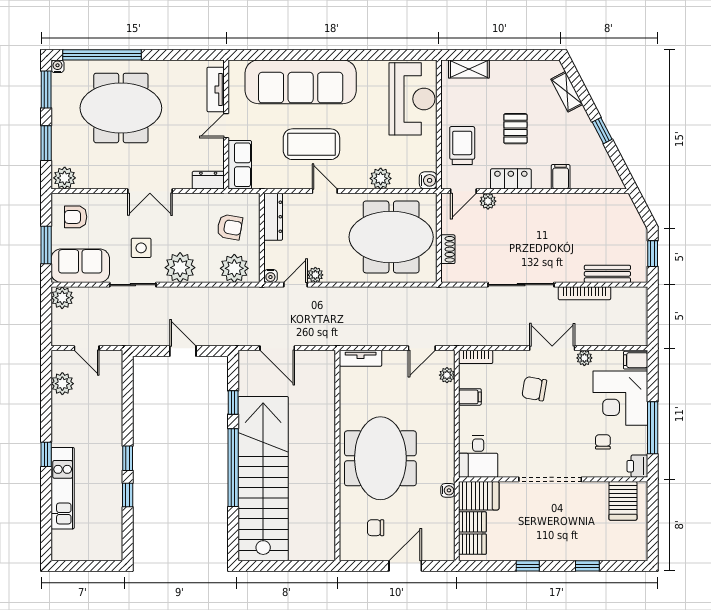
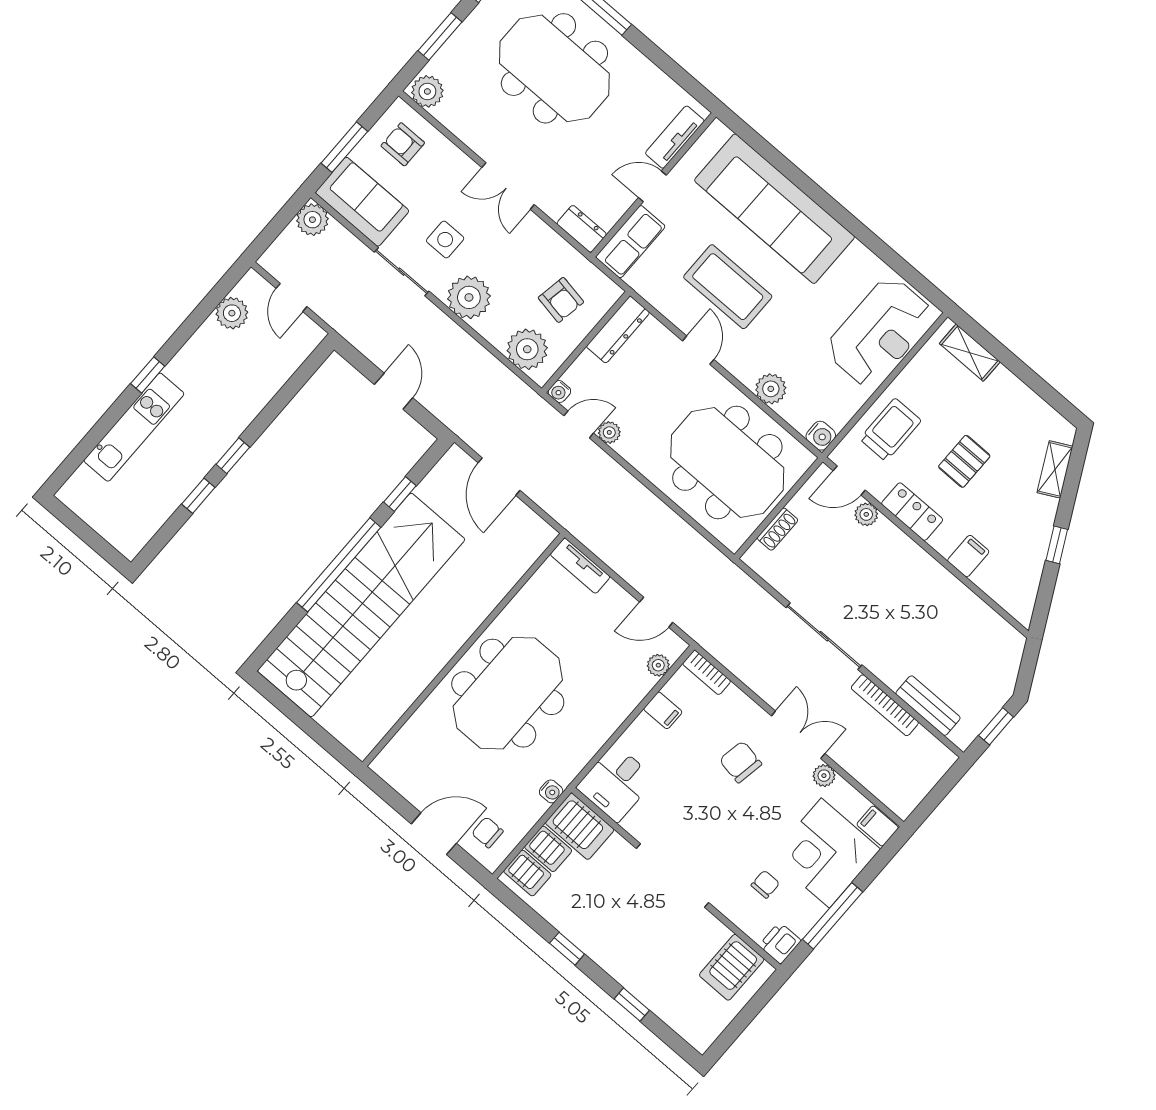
chair: (376, 528) -> (487, 832), moved

